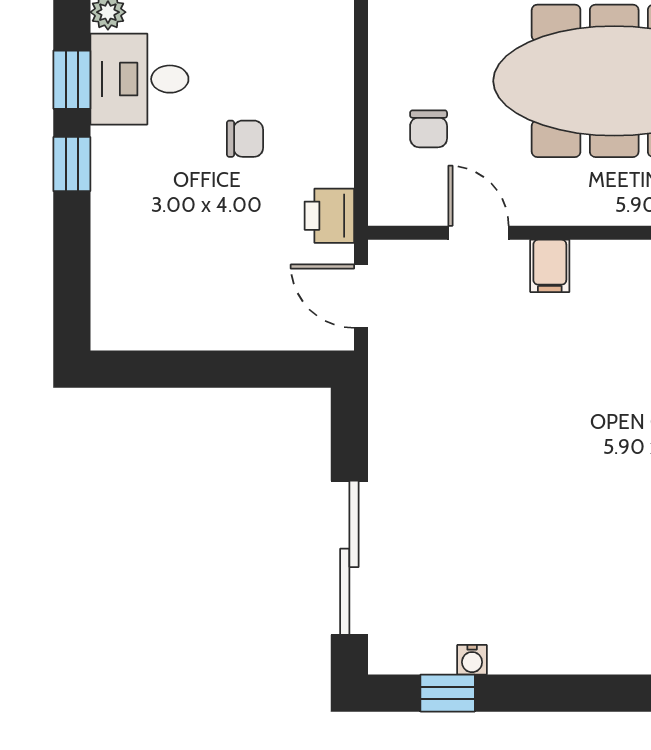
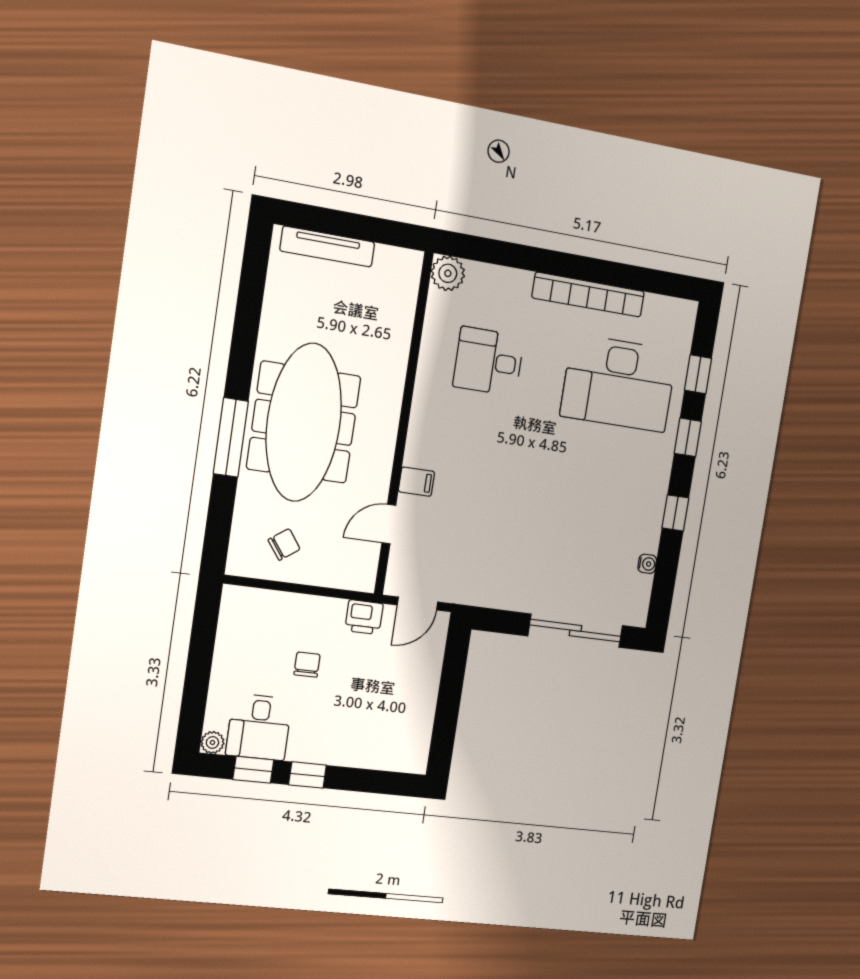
chair: (429, 129) -> (284, 544), moved, turned -36
window: (448, 693) -> (675, 513), moved

